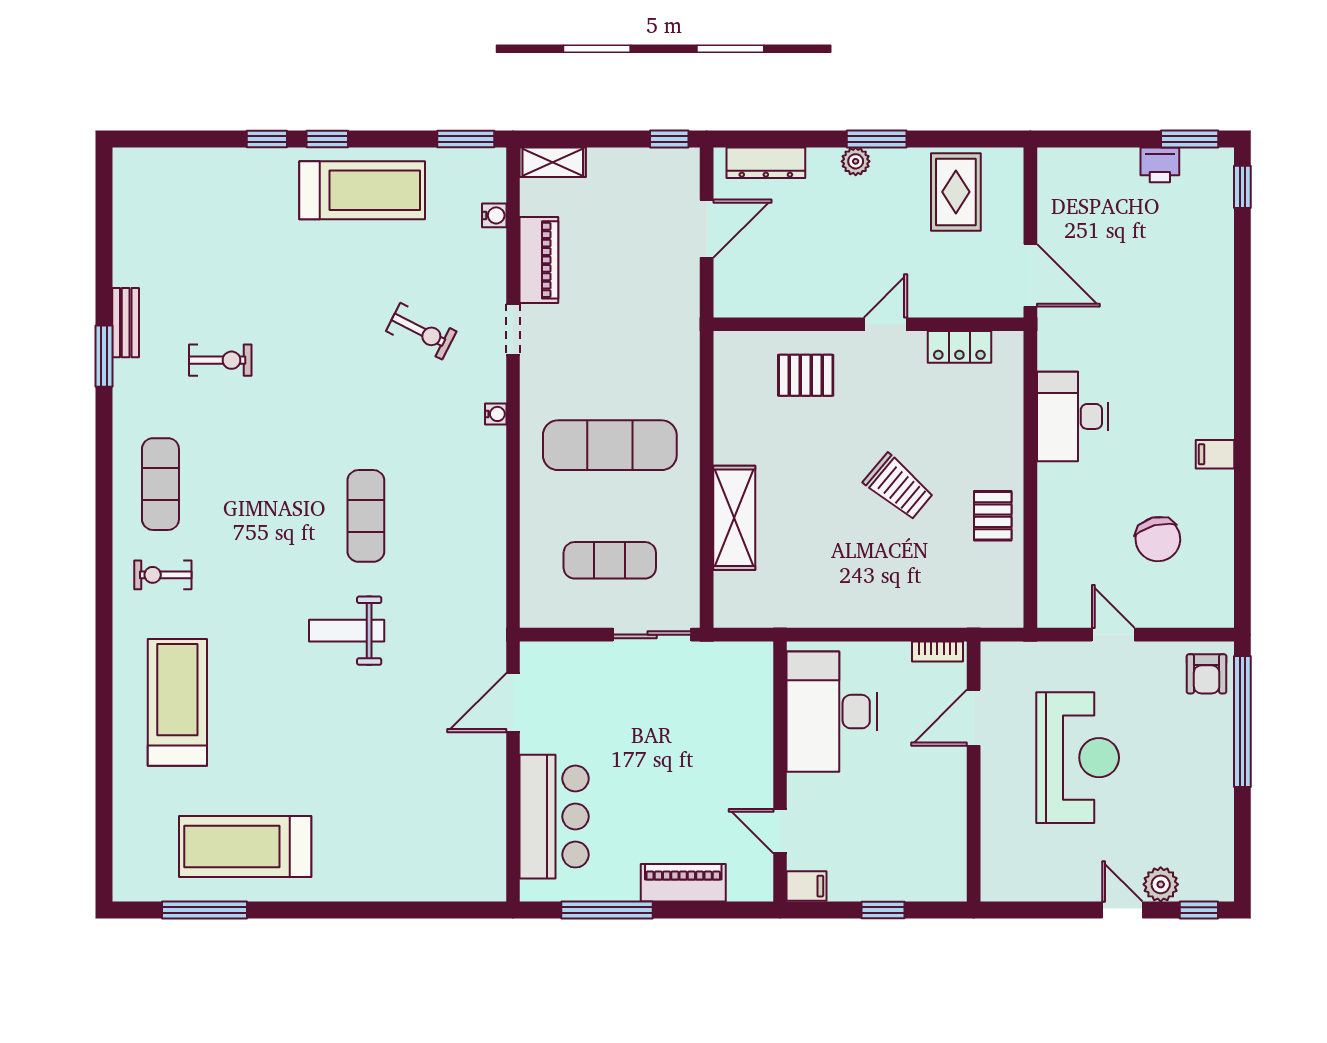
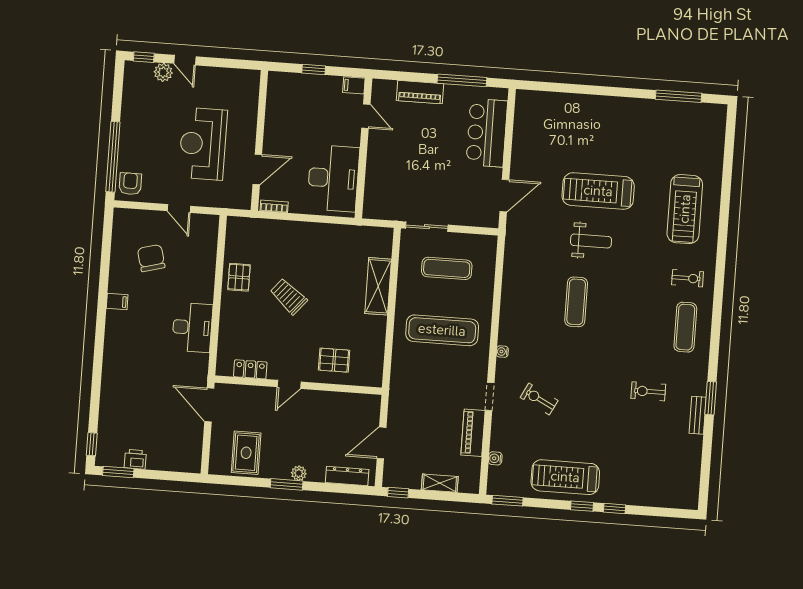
shelving: (553, 162) -> (440, 483), moved
treadmill: (245, 847) -> (598, 191), moved, turned 180

